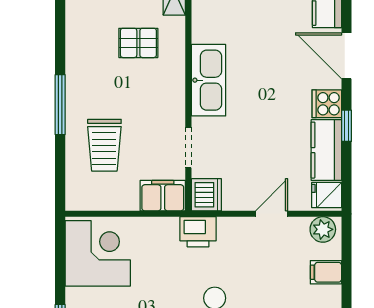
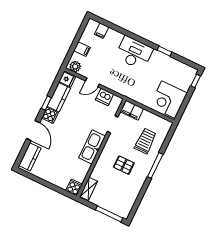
pallet: (138, 43) -> (124, 165), moved
dishwasher: (206, 195) -> (105, 97), moved, turned -90
printer: (198, 232) -> (125, 89), removed

